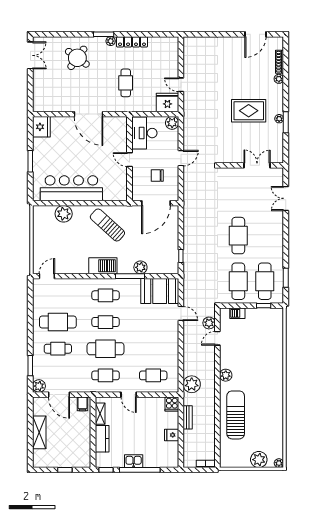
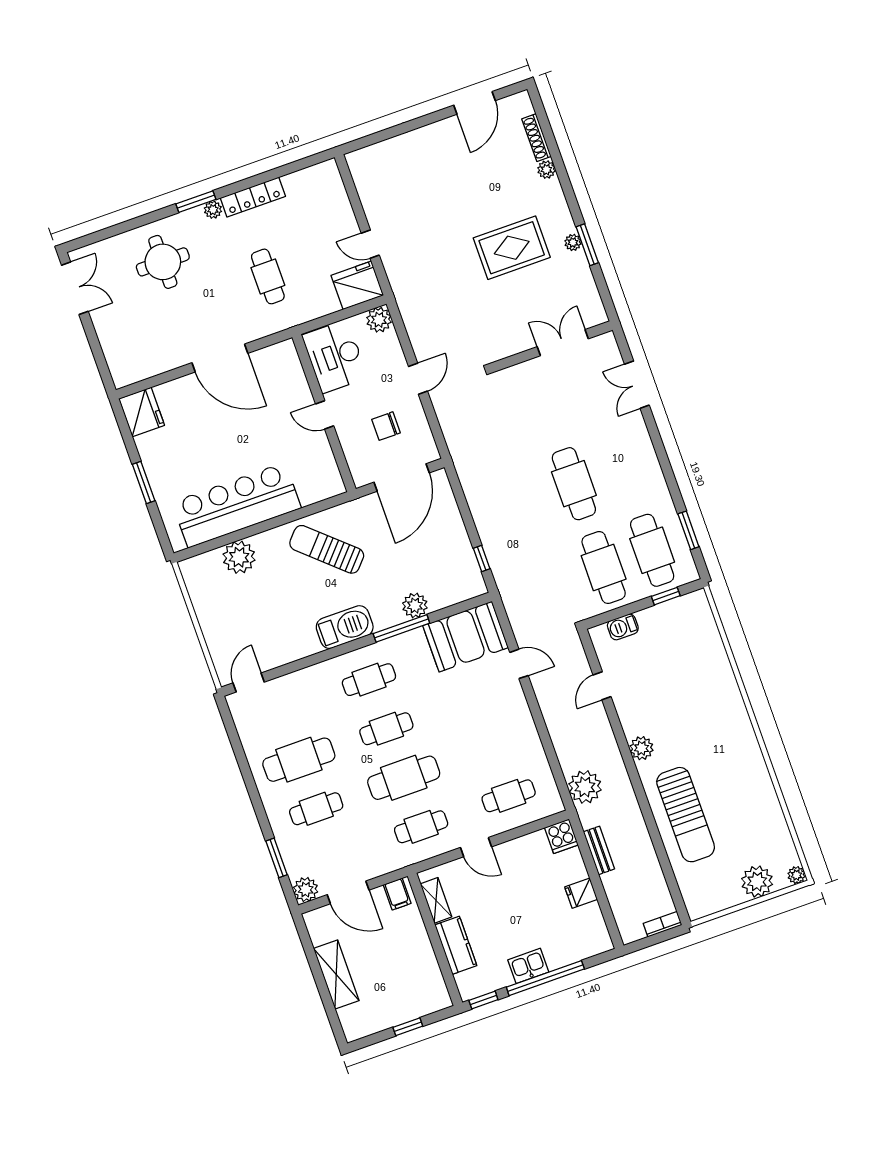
round table: (77, 58) -> (163, 262), turned -36
plant: (209, 323) -> (577, 663), removed
sun lounger: (236, 415) -> (686, 815), turned 180

